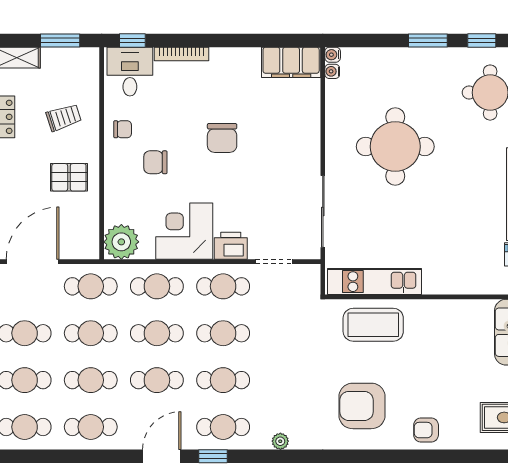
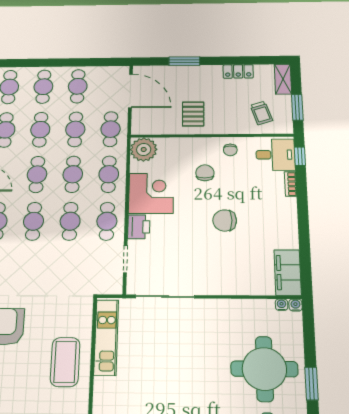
bookcase: (181, 54) -> (290, 184), width x0.64
trolley: (64, 117) -> (261, 113), moved
round table: (395, 147) -> (264, 369), moved
coffee table: (373, 325) -> (65, 362), moved

